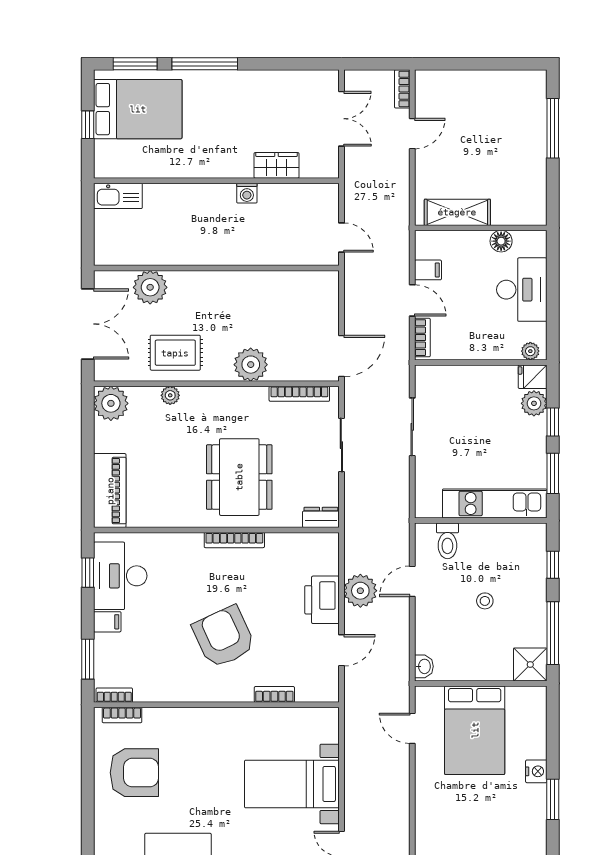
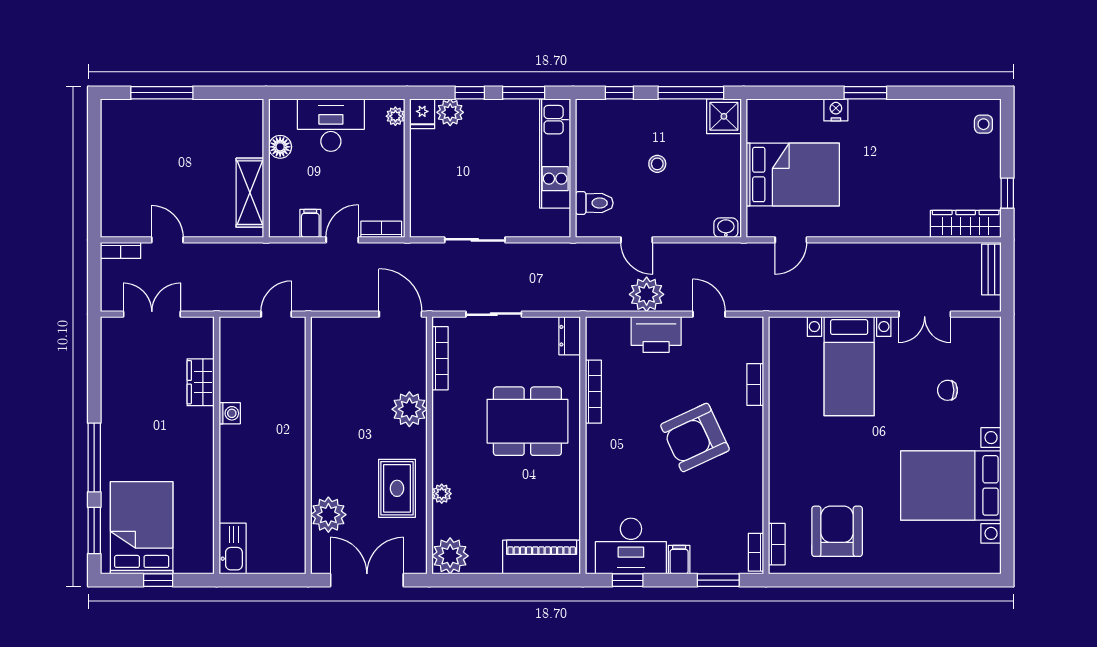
bookcase: (234, 540) -> (593, 392), moved

